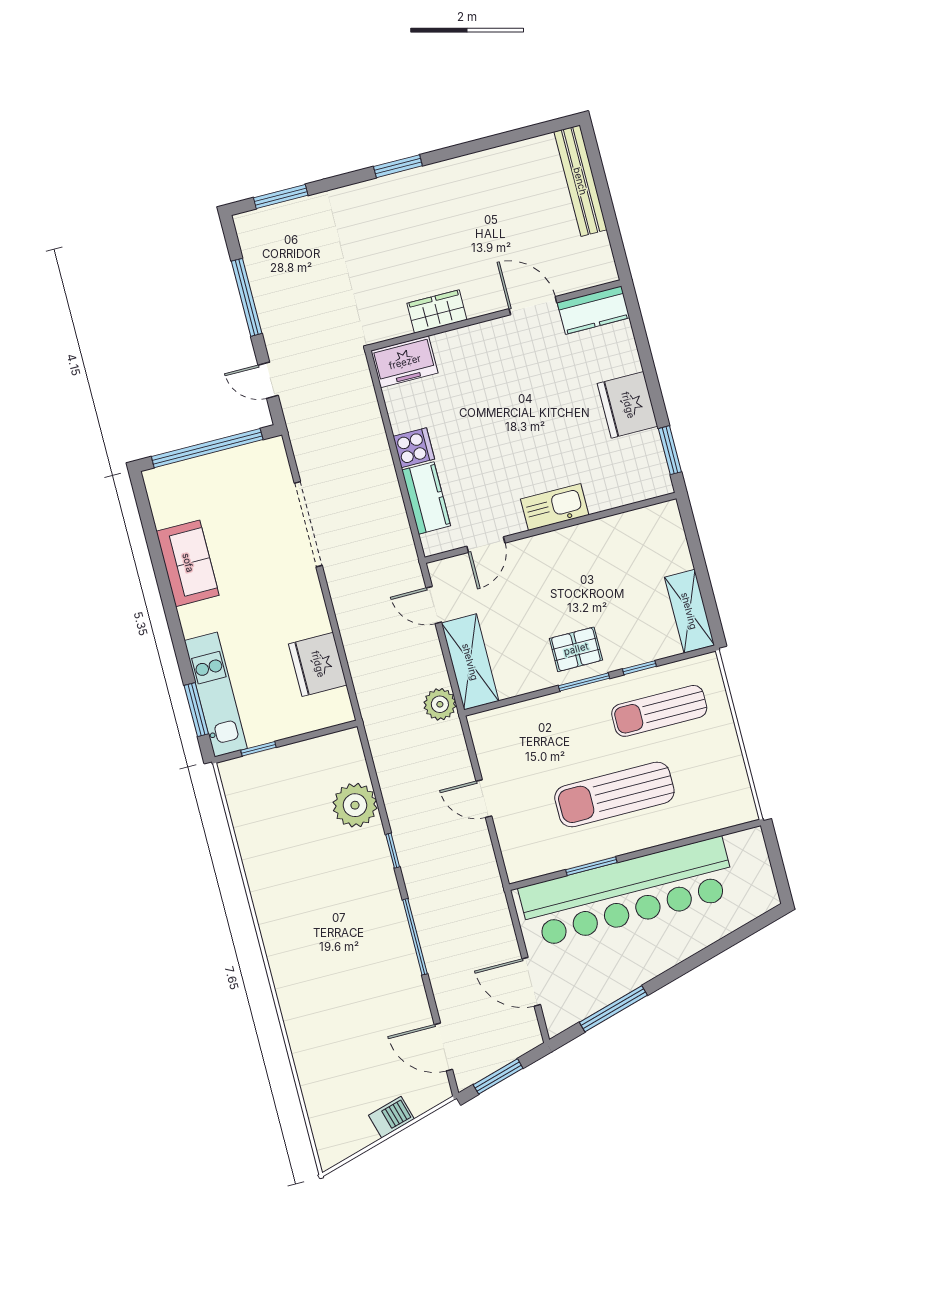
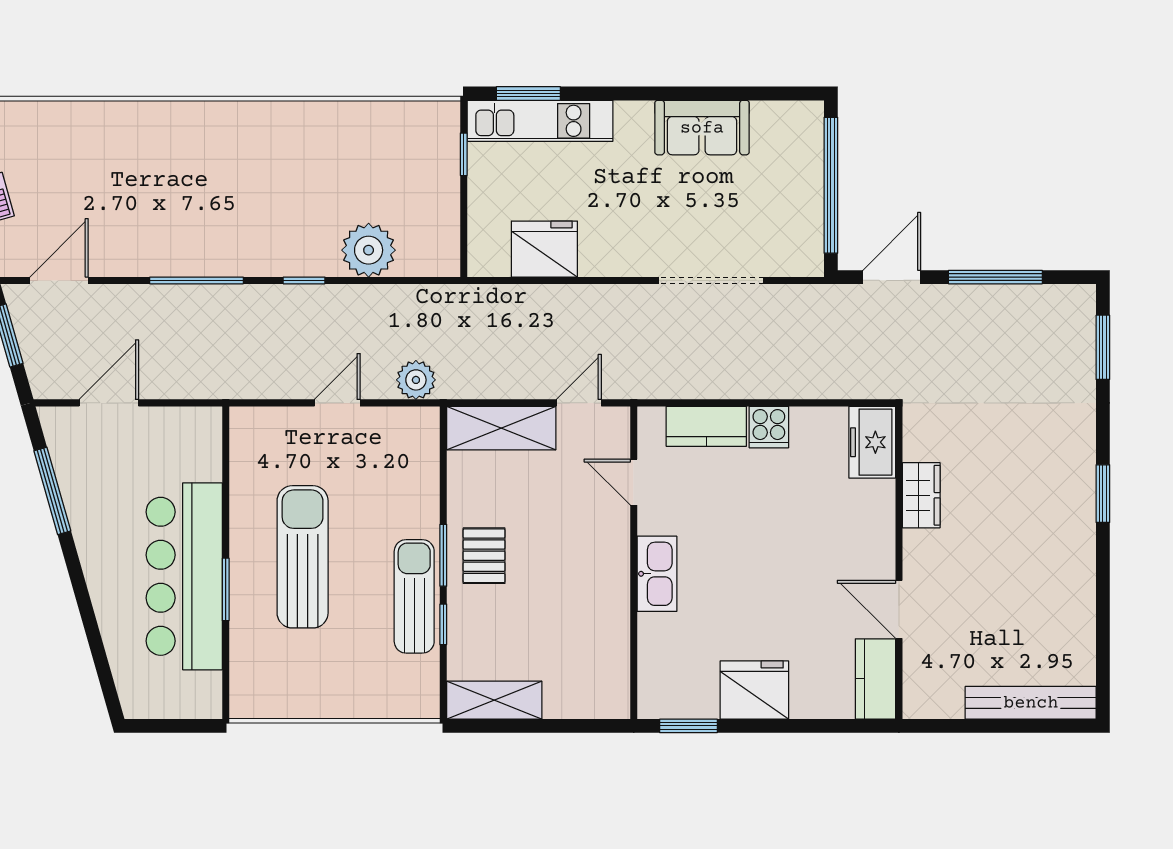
door: (533, 306) -> (899, 609), swing flipped
door: (268, 380) -> (892, 277), width x1.38
plant: (440, 704) -> (416, 380), moved
sun lounger: (659, 711) -> (414, 596), moved
window: (591, 866) -> (226, 589), moved
bar counter: (627, 892) -> (184, 576), width x0.73

